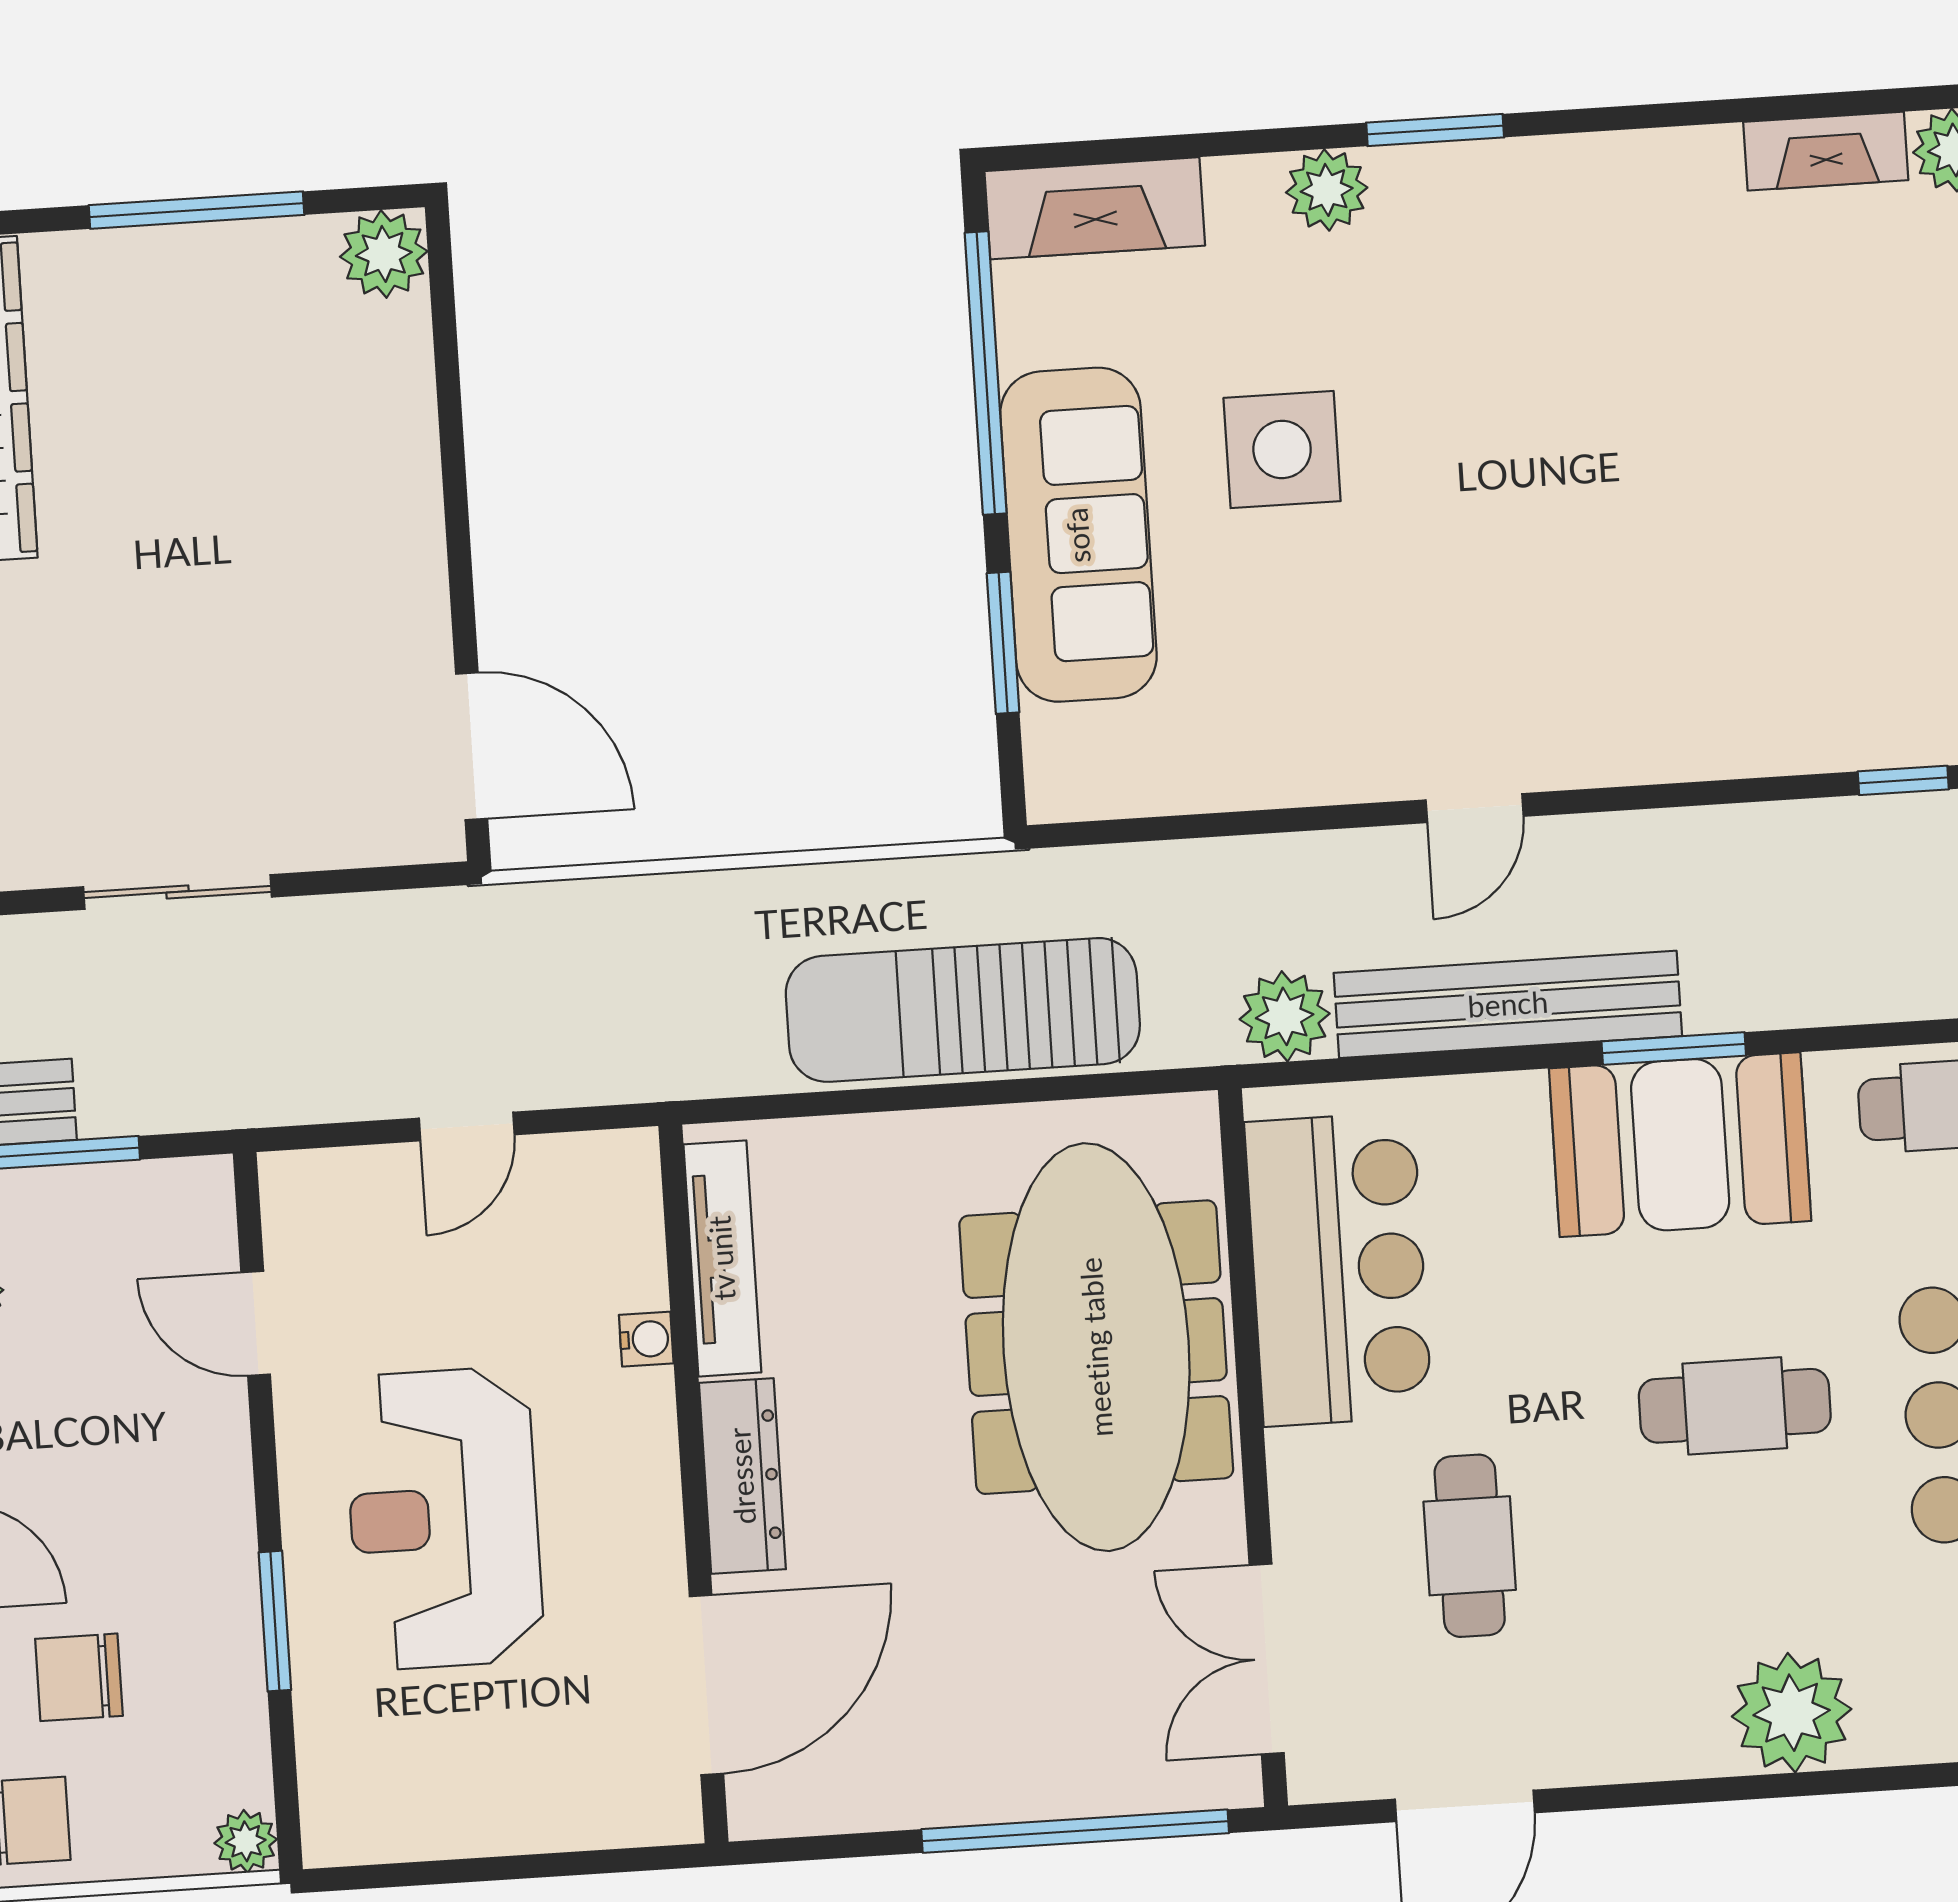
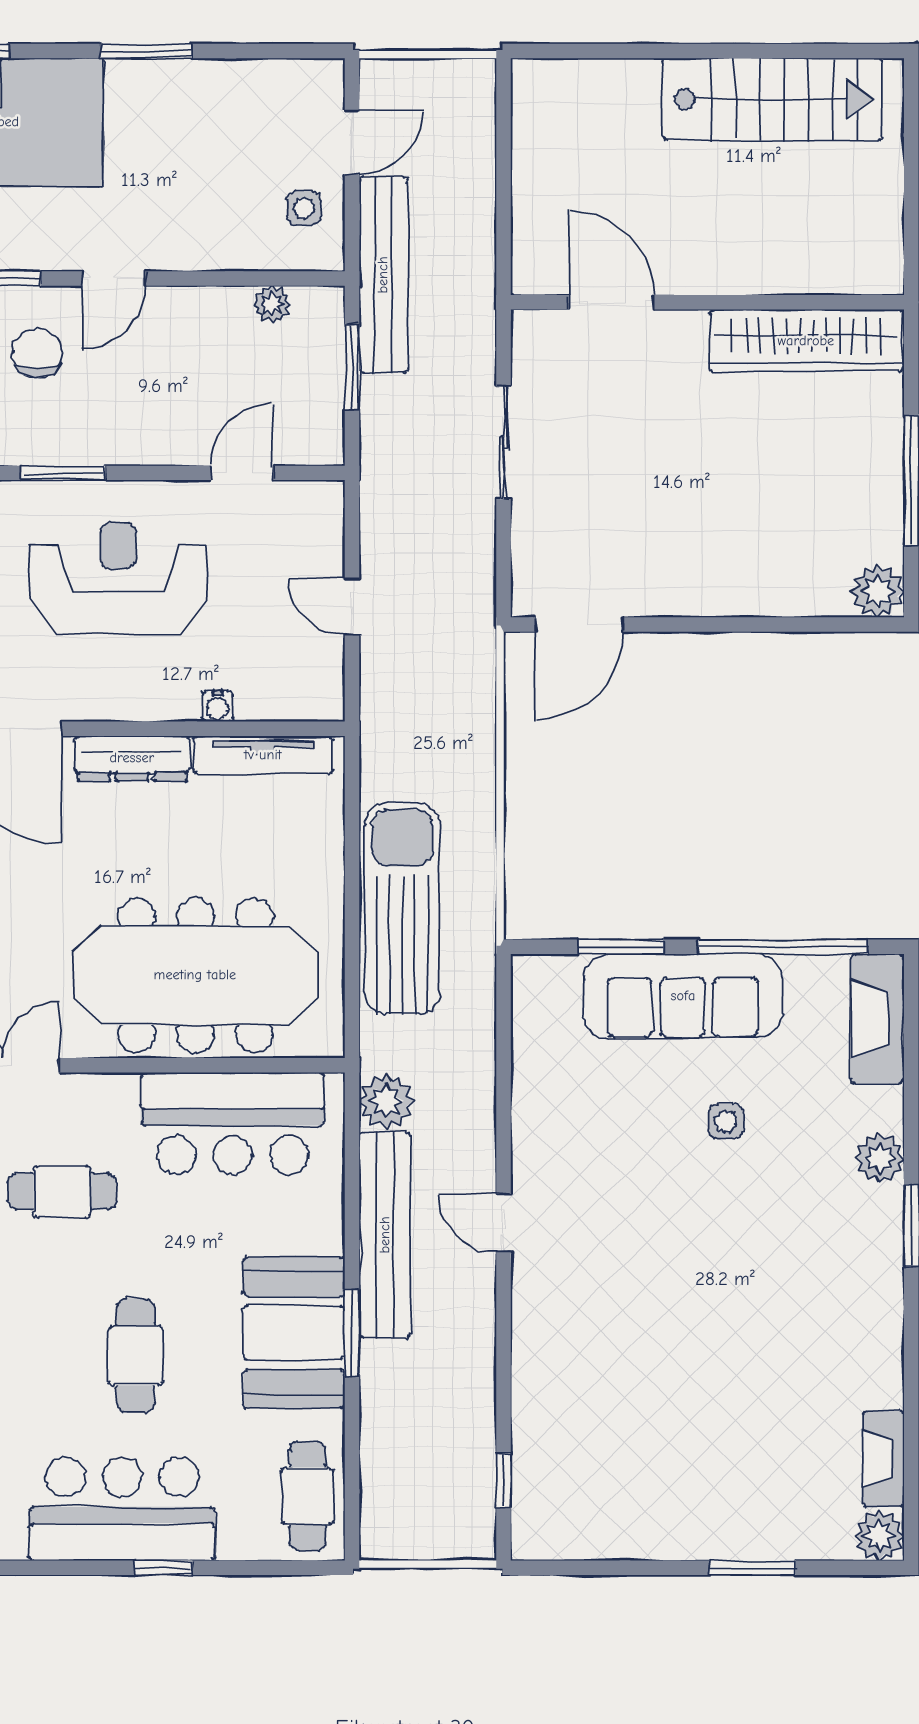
side table: (1282, 449) -> (726, 1121), width x0.54, depth x0.54

